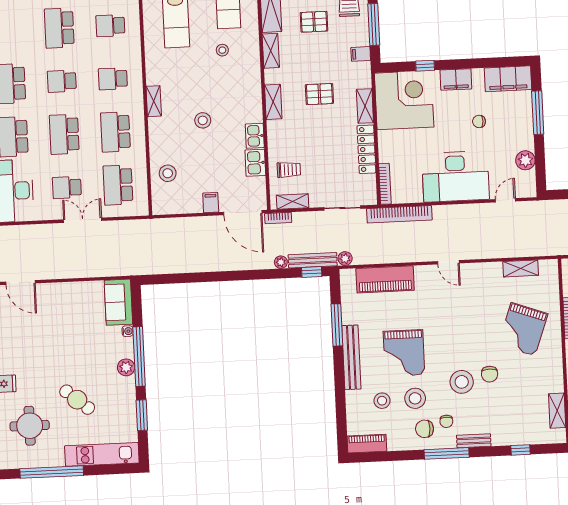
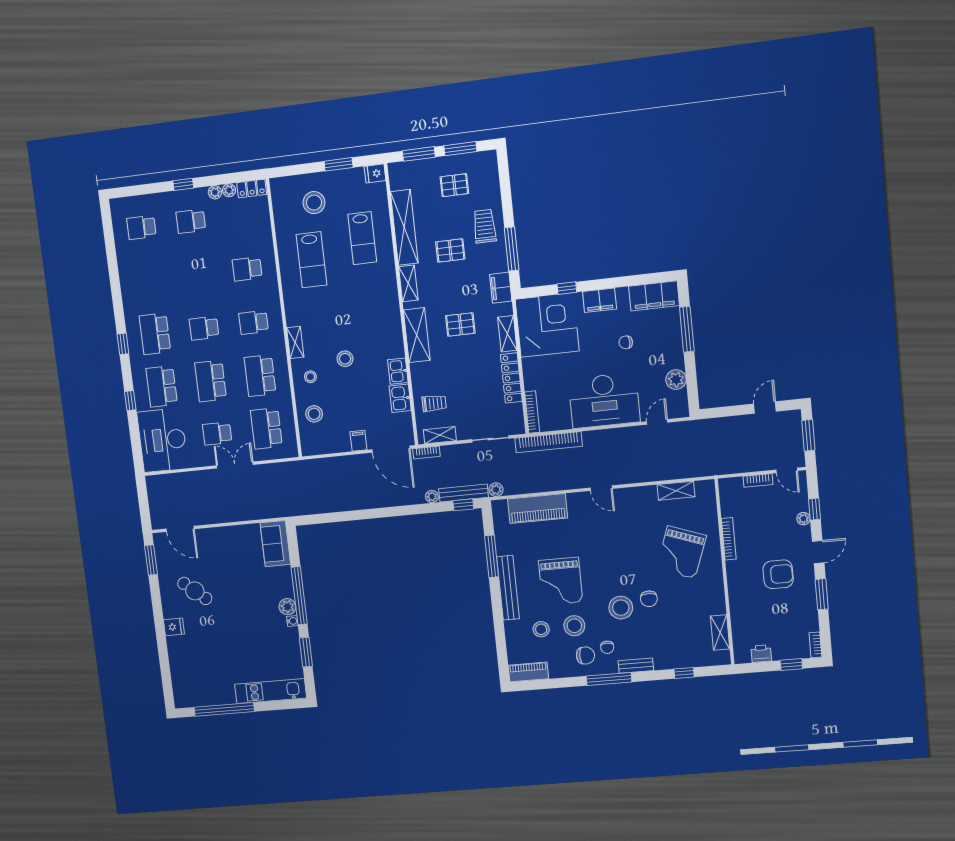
school desk: (59, 28) -> (197, 275), removed
stool: (222, 50) -> (310, 377), moved
filing cabinet: (361, 54) -> (501, 288), width x2.00
shelving: (273, 102) -> (417, 335), width x1.50, depth x1.33
water cooler: (128, 331) -> (292, 621), moved
cafe table: (77, 400) -> (195, 591), moved
round table: (30, 426) -> (200, 666), removed
chair: (425, 429) -> (585, 655), turned 180

